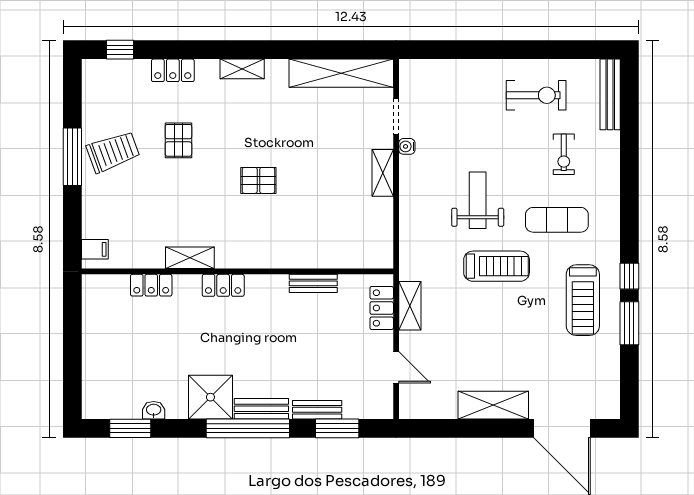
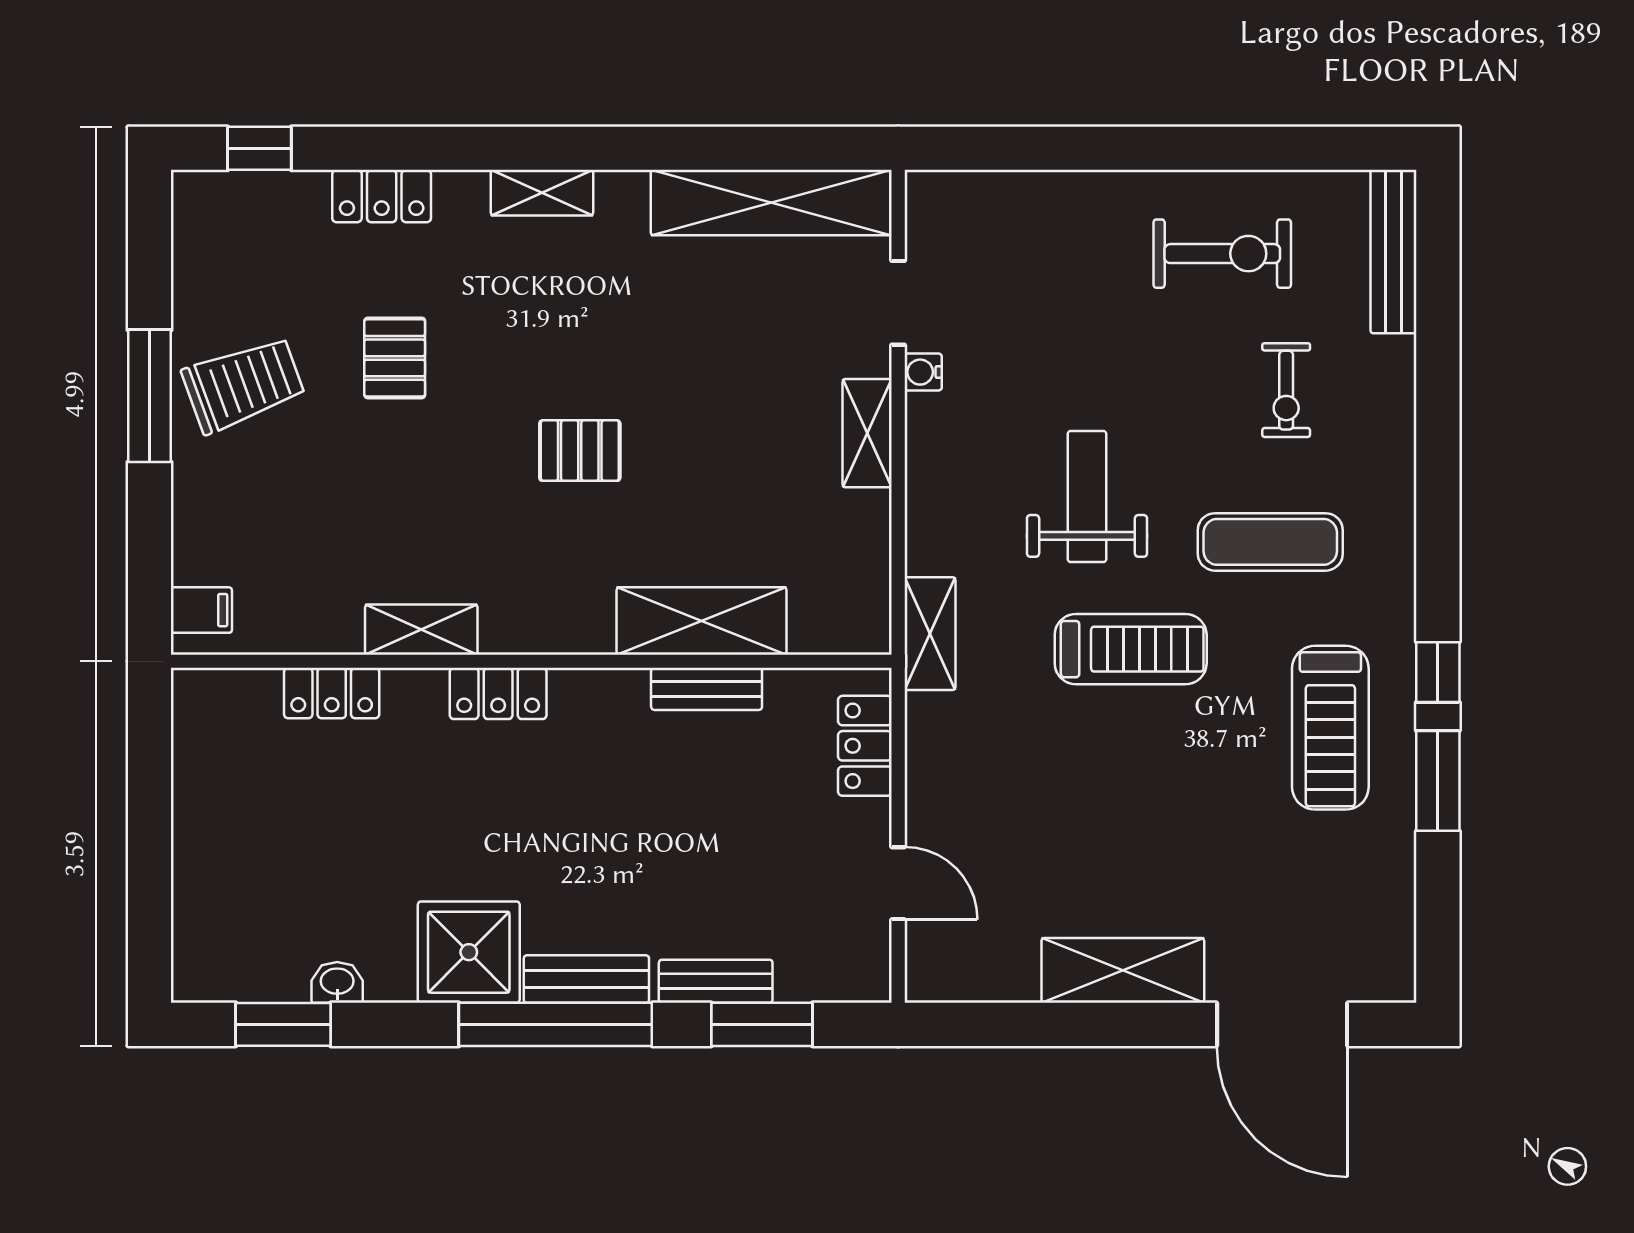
shelving: (311, 254) -> (702, 621), added
shelving: (410, 306) -> (930, 634), moved

